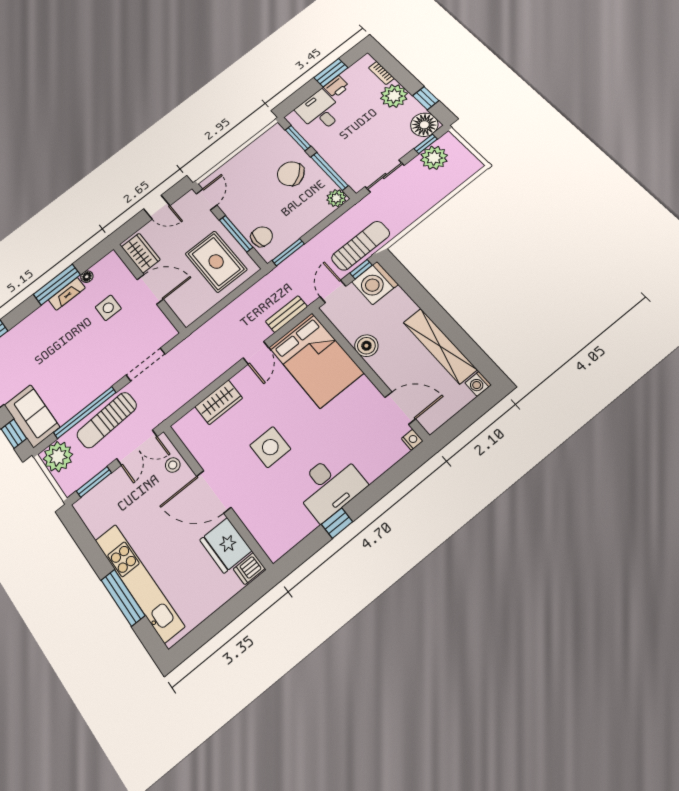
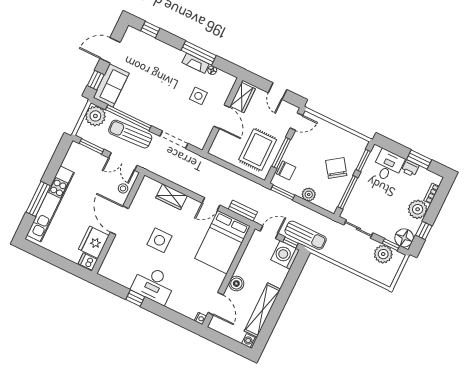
plant: (336, 198) -> (309, 195), moved
boiler: (366, 346) -> (236, 284), moved

